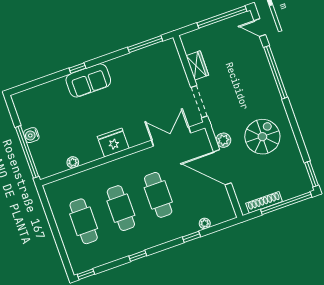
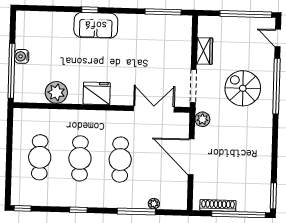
spiral stairs: (262, 137) -> (243, 88), moved, turned -90
plant: (223, 140) -> (202, 119), moved
plant: (73, 162) -> (56, 92), width x1.88, depth x1.88
window: (191, 237) -> (136, 212), width x2.17

